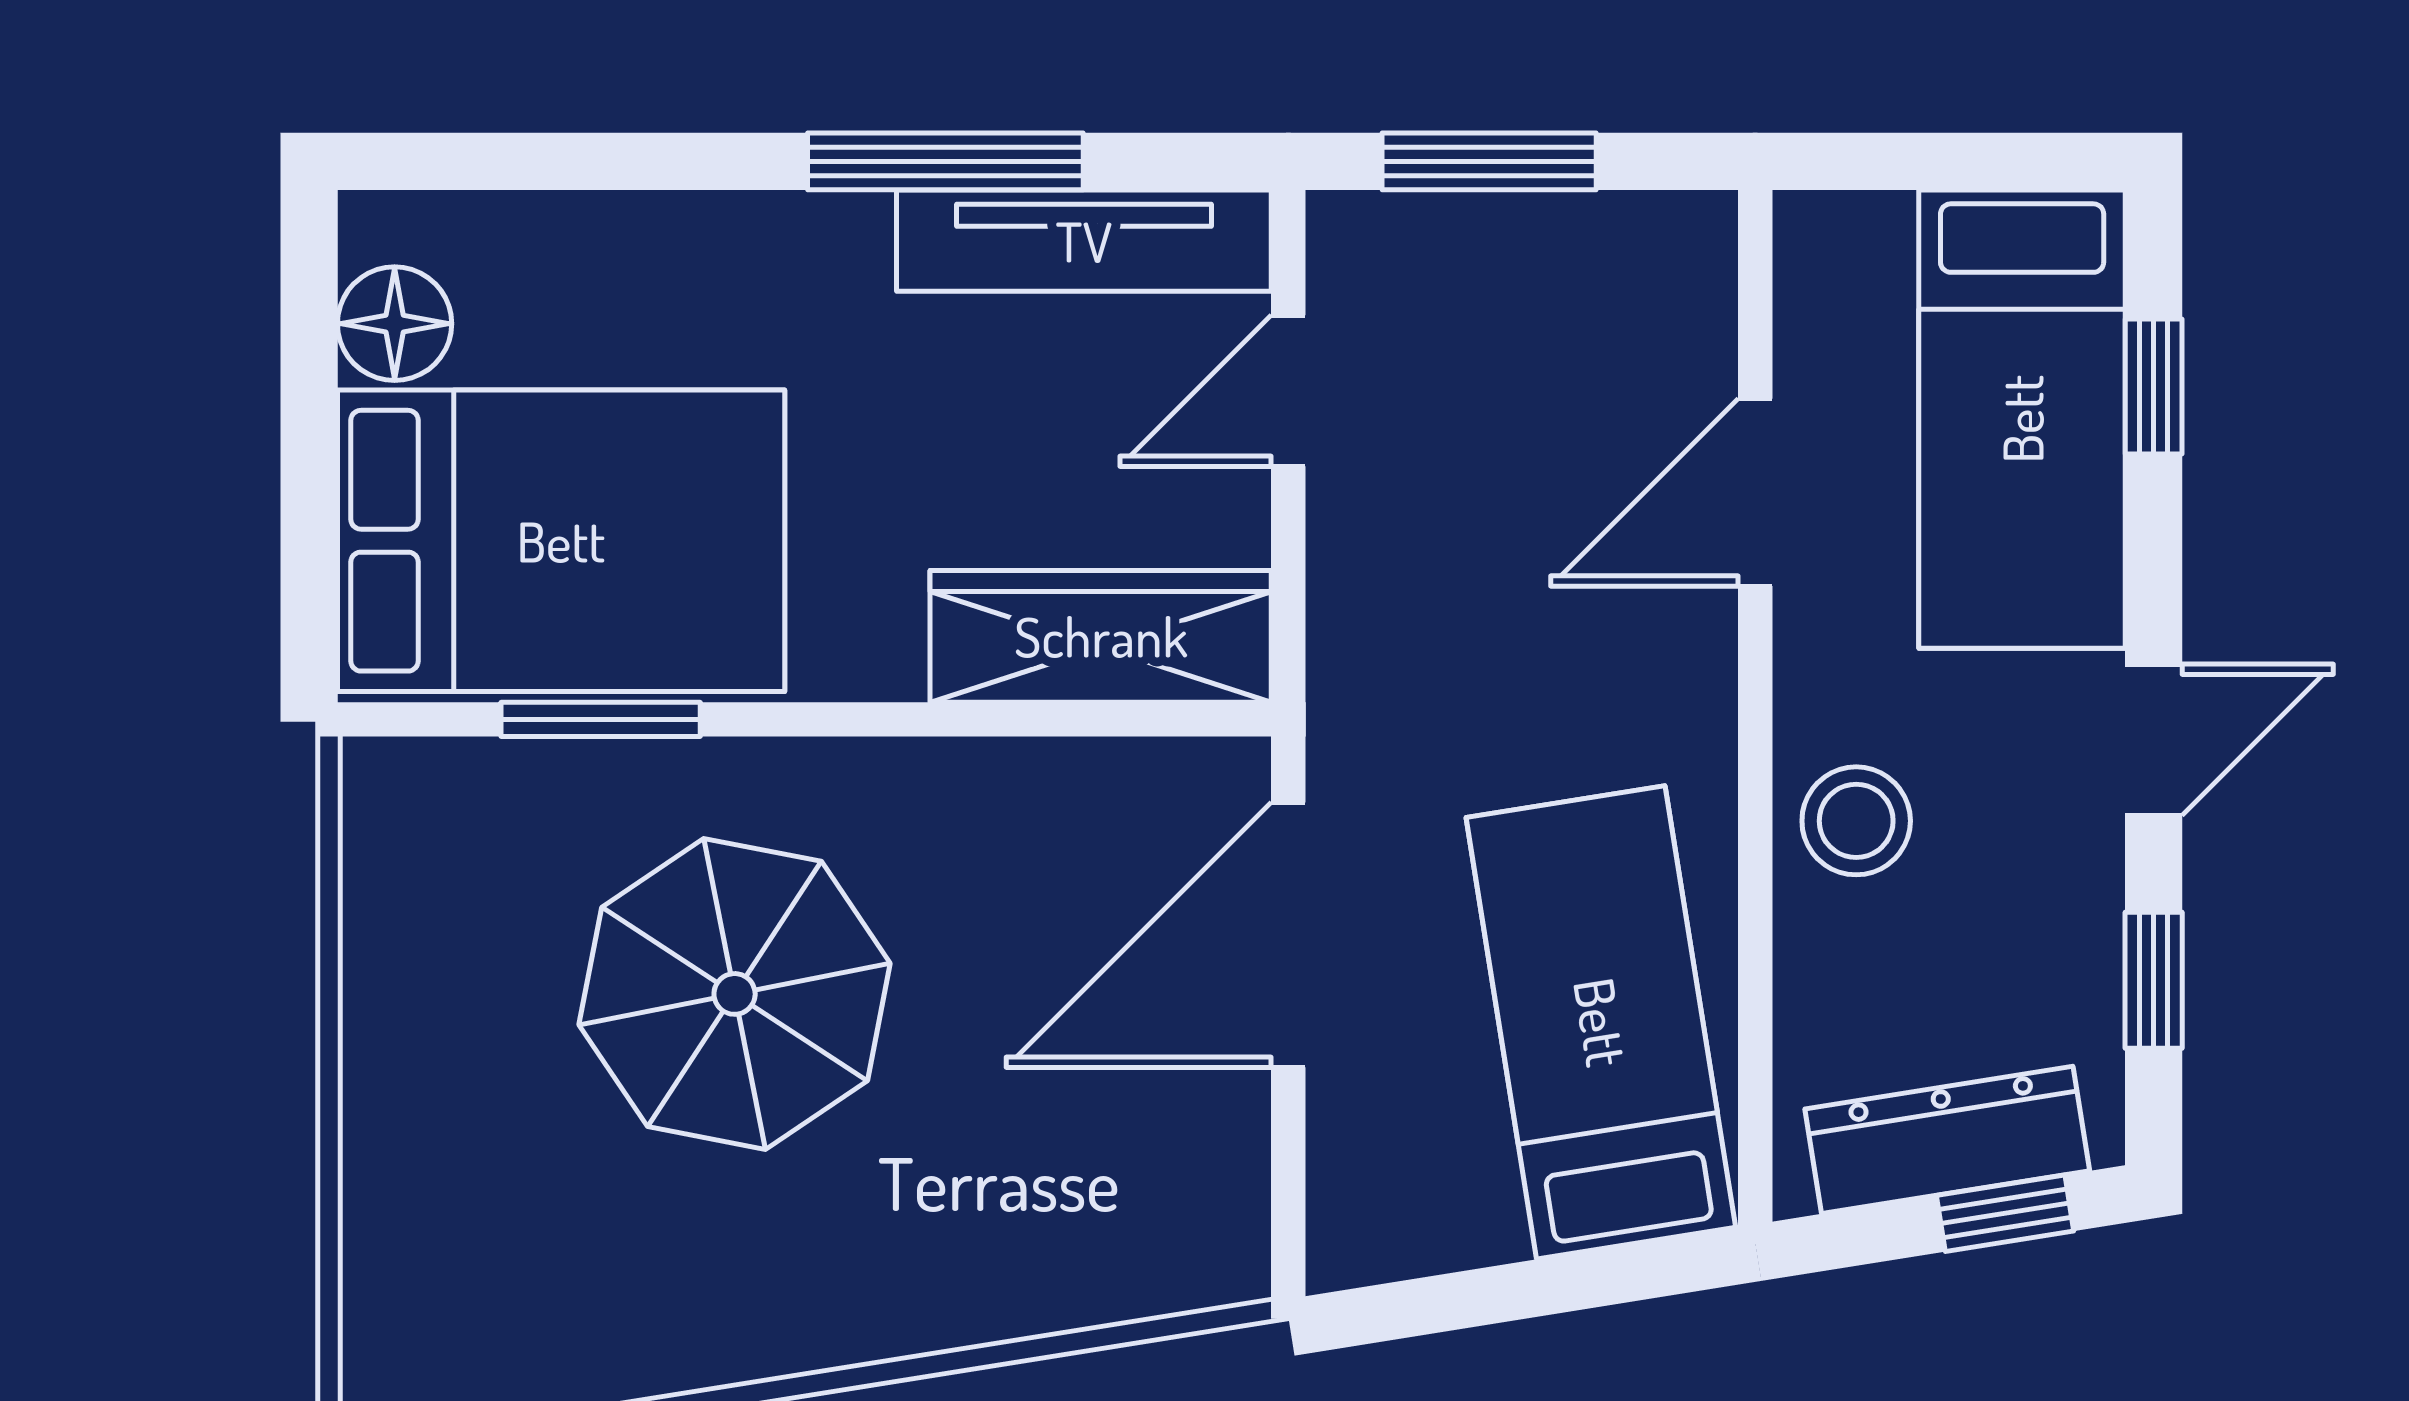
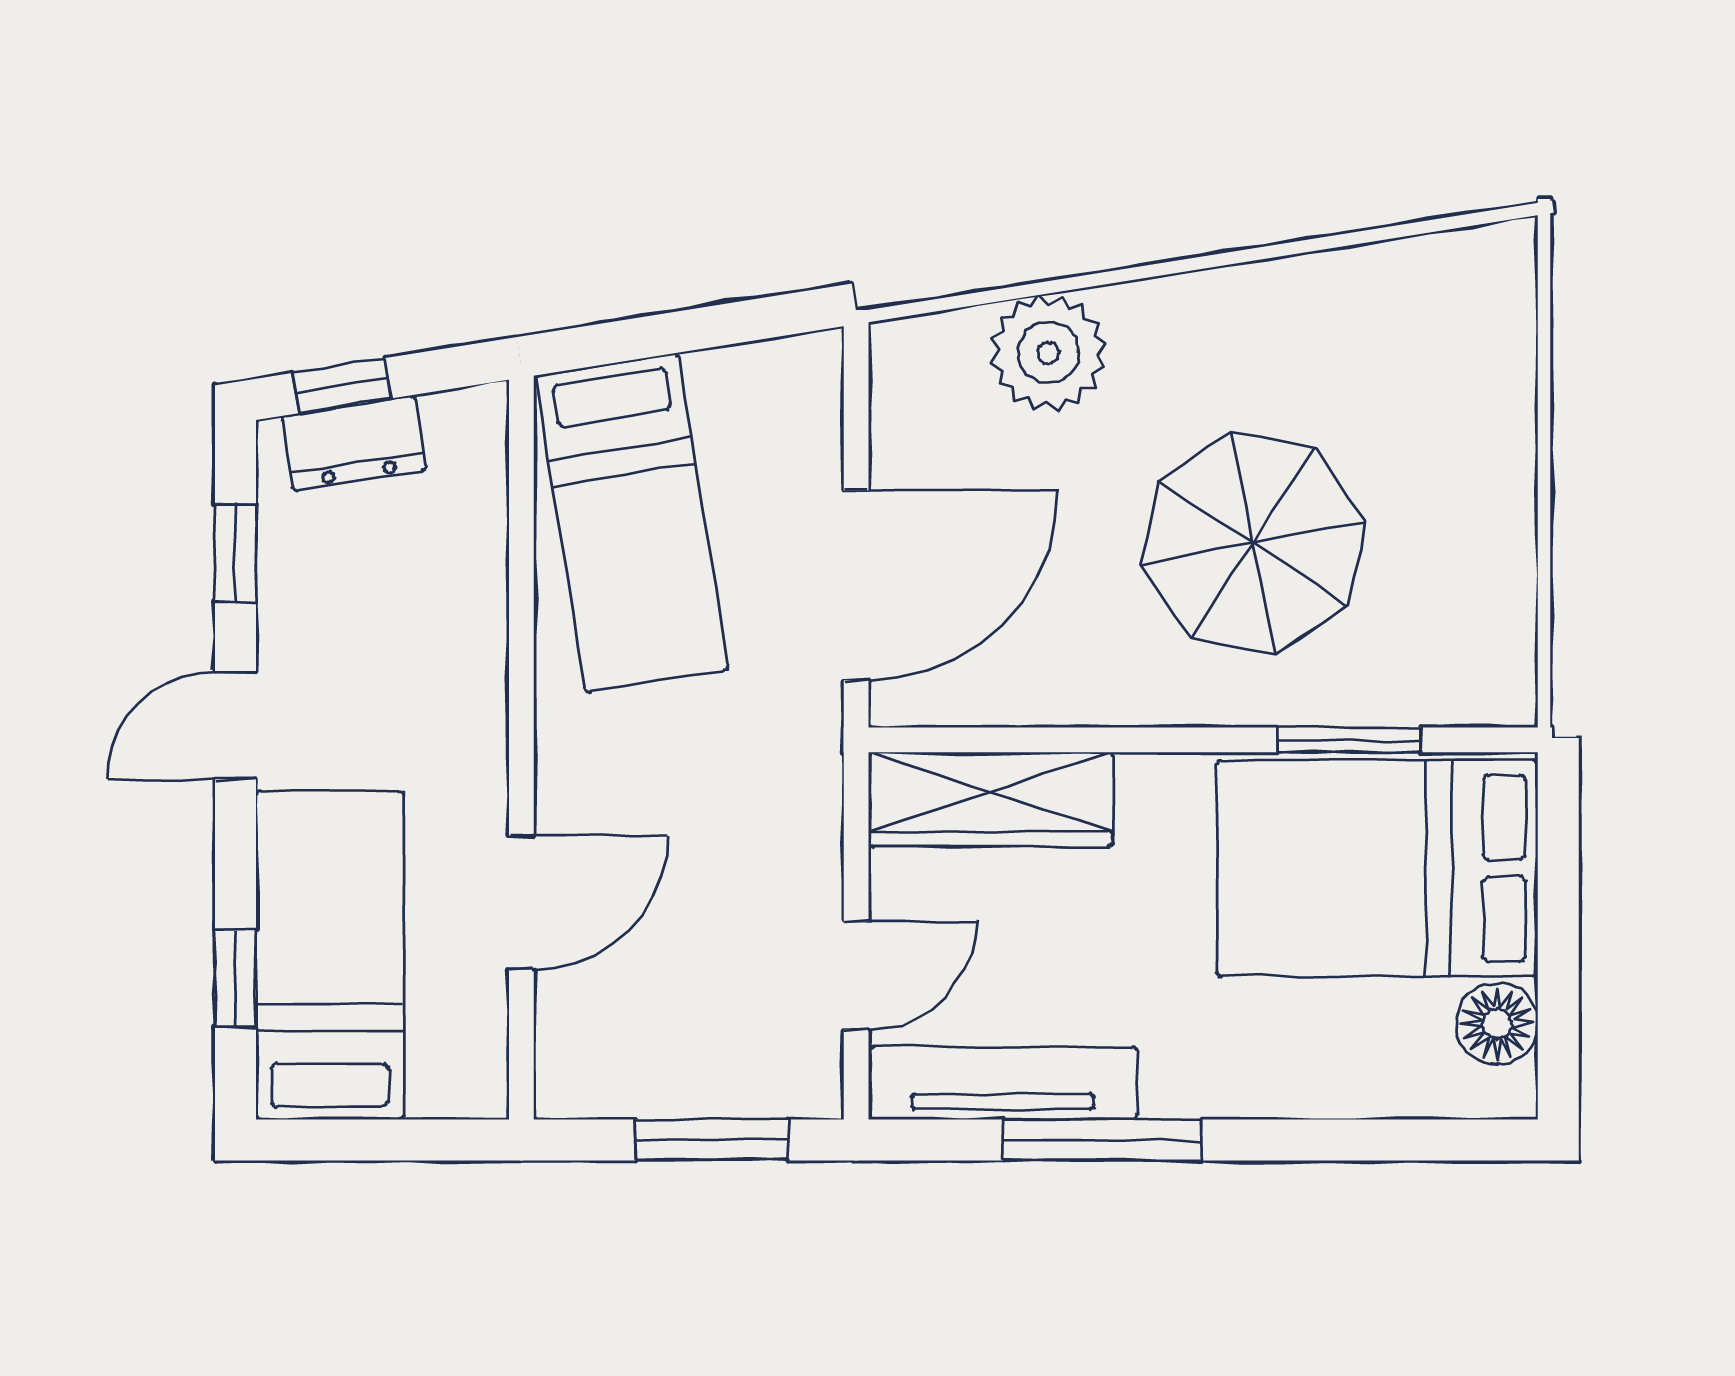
stool: (1856, 821) -> (449, 667), removed
dresser: (1947, 1140) -> (354, 443), width x0.70
plant: (1020, 1259) -> (1048, 353), added

